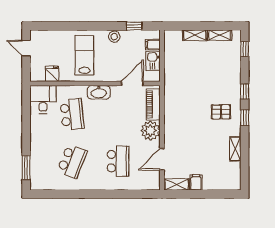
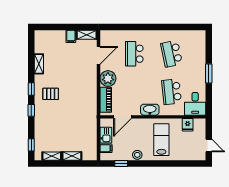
lab bench: (84, 55) -> (161, 140), turned 180
school desk: (72, 161) -> (172, 54), turned -33
window: (26, 168) -> (209, 73), moved

